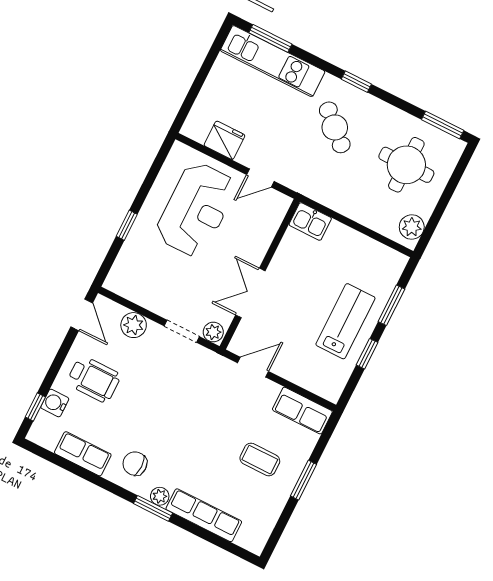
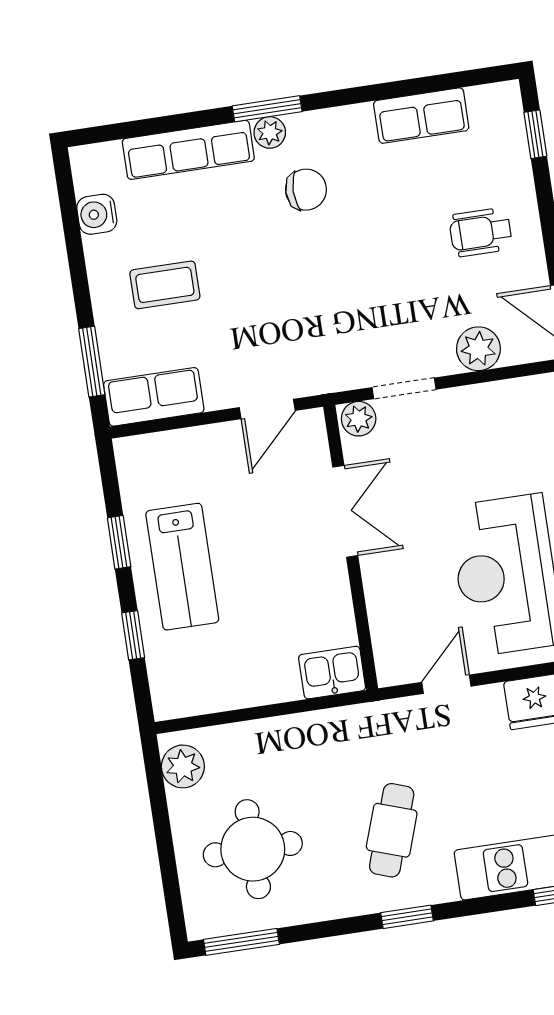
cafe table: (335, 127) -> (392, 830), turned 66
window: (391, 305) -> (133, 635), width x0.67
wheelchair: (94, 379) -> (481, 232), width x0.73, depth x0.73
water cooler: (55, 403) -> (97, 214), moved, turned 180
chair: (135, 464) -> (306, 190), moved
window: (303, 480) -> (92, 362), moved

